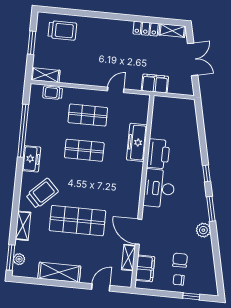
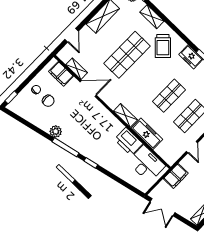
double door: (193, 59) -> (163, 207), moved
shelving: (136, 176) -> (125, 115), added
desk: (159, 188) -> (146, 164), moved
window: (211, 209) -> (66, 147), width x1.44
window: (191, 296) -> (11, 97), moved

